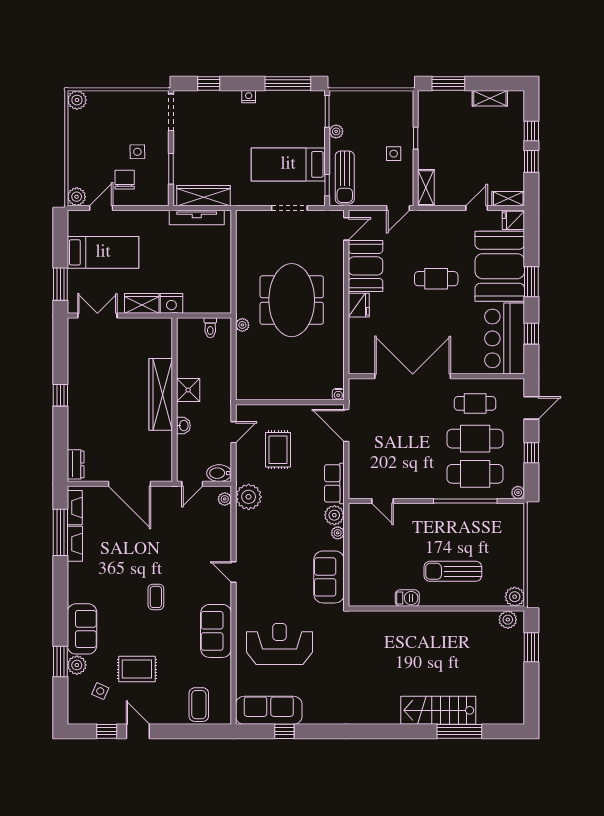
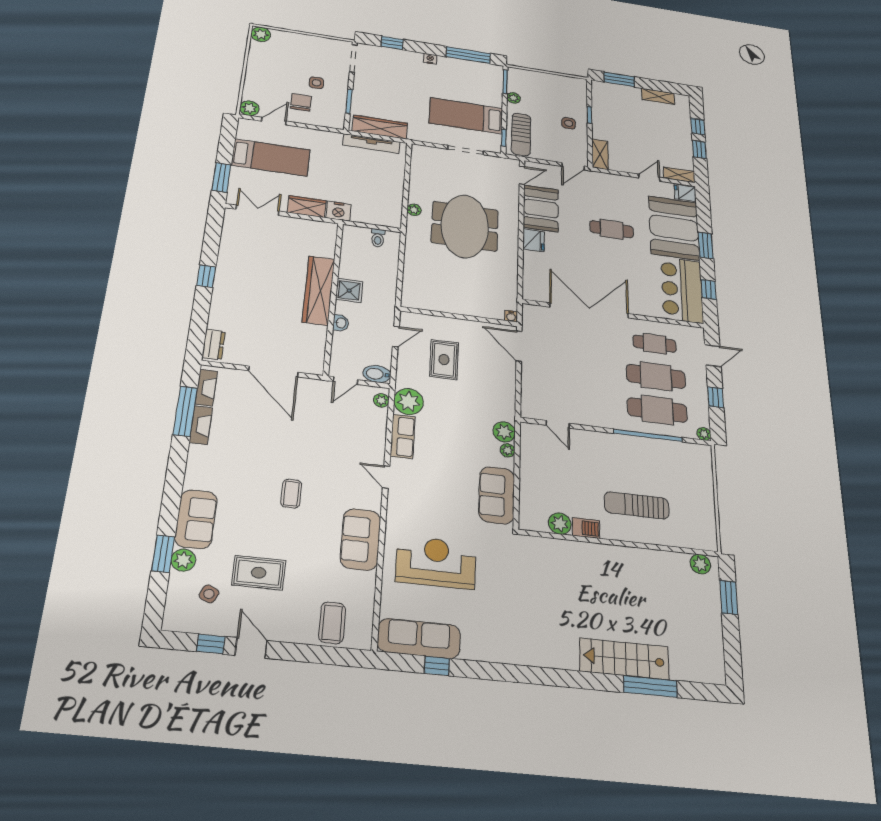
plant: (242, 325) -> (414, 210), moved
row of seats: (334, 483) -> (403, 436), moved, turned 180
plant: (515, 597) -> (560, 524), moved

